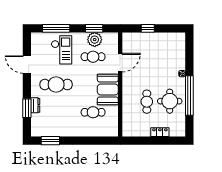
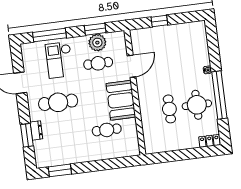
checkout: (62, 50) -> (59, 60), turned 180
locker: (160, 132) -> (210, 141), moved

